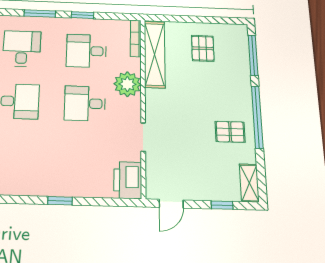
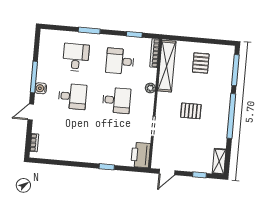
window: (83, 15) -> (134, 34), moved
plant: (127, 84) -> (150, 88), width x0.53, depth x0.53
desk: (85, 103) -> (116, 100), turned 180
pallet: (230, 132) -> (191, 111), moved
window: (60, 201) -> (107, 167), moved

